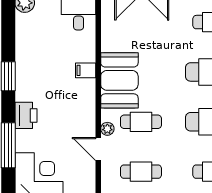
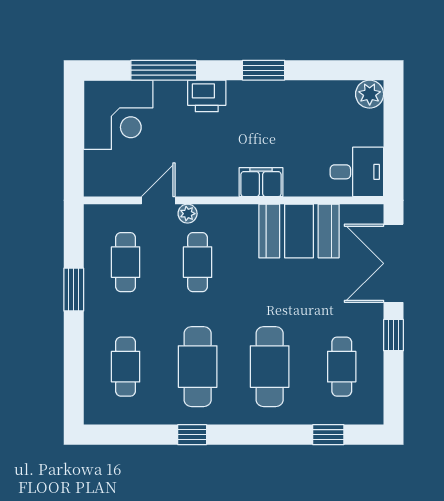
filing cabinet: (86, 70) -> (261, 182), width x2.00
booth: (119, 80) -> (299, 231), moved

